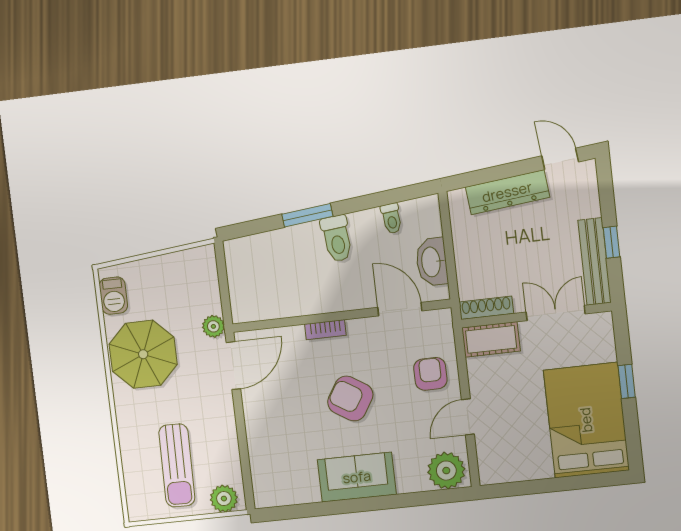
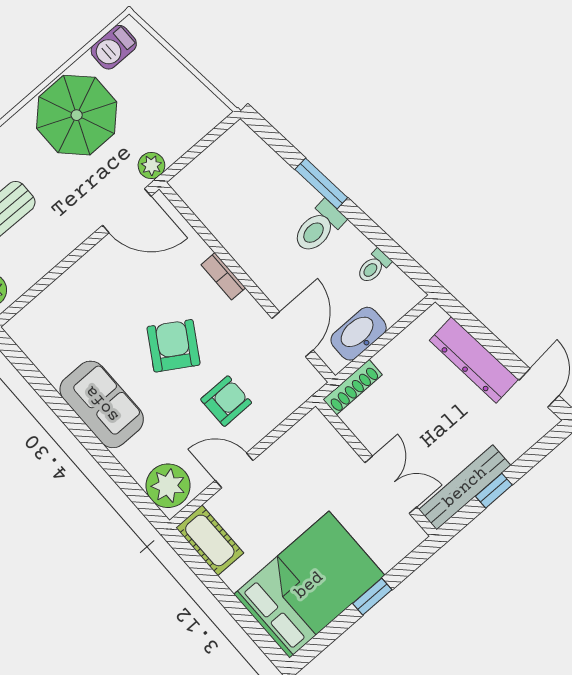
shoe rack: (486, 308) -> (353, 387), moved, turned 90
cot: (491, 339) -> (210, 540), moved
armchair: (430, 374) -> (226, 401), moved

